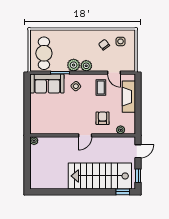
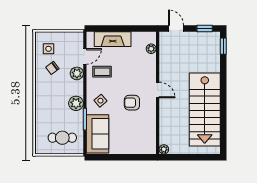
cafe table: (44, 53) -> (62, 138), width x0.73, depth x0.74
plant: (86, 66) -> (77, 73), moved
armchair: (103, 118) -> (132, 103), moved
stairs: (100, 176) -> (205, 110), moved

